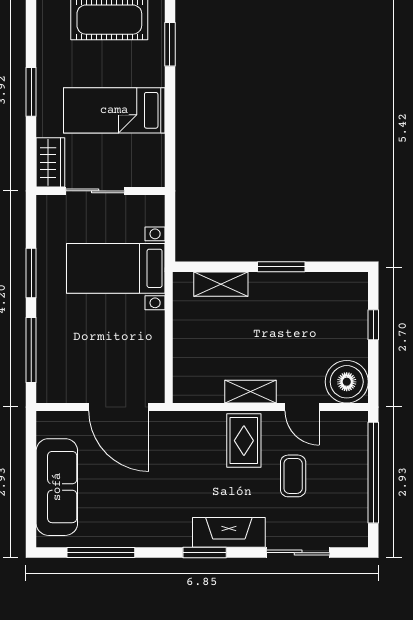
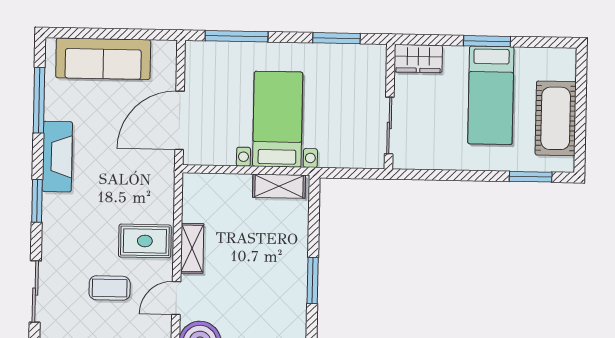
bed: (114, 110) -> (491, 95), moved, turned 180
sliding door: (95, 191) -> (389, 126), moved
bed with nightstands: (116, 268) -> (278, 119), moved
window: (31, 273) -> (336, 38), moved
shelving: (221, 284) -> (279, 186), moved, turned 90
fireplace: (229, 532) -> (57, 157), moved

